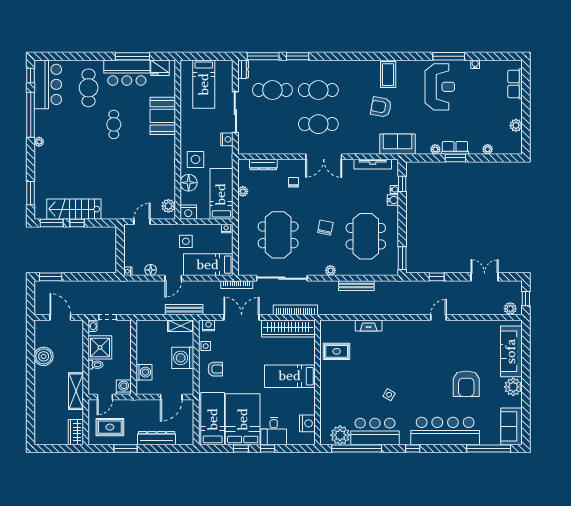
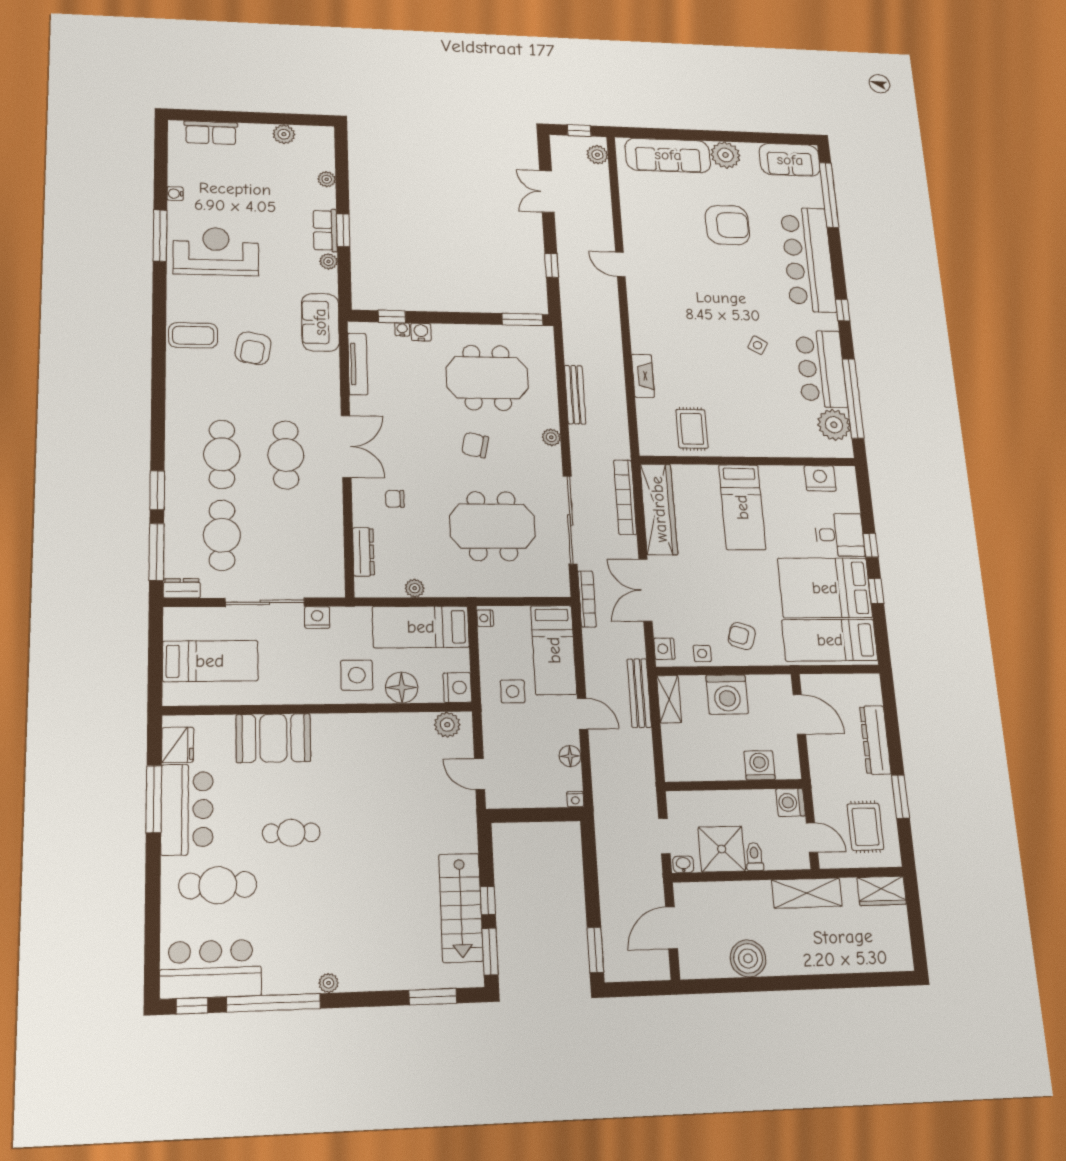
armchair: (215, 369) -> (742, 636), turned -72

